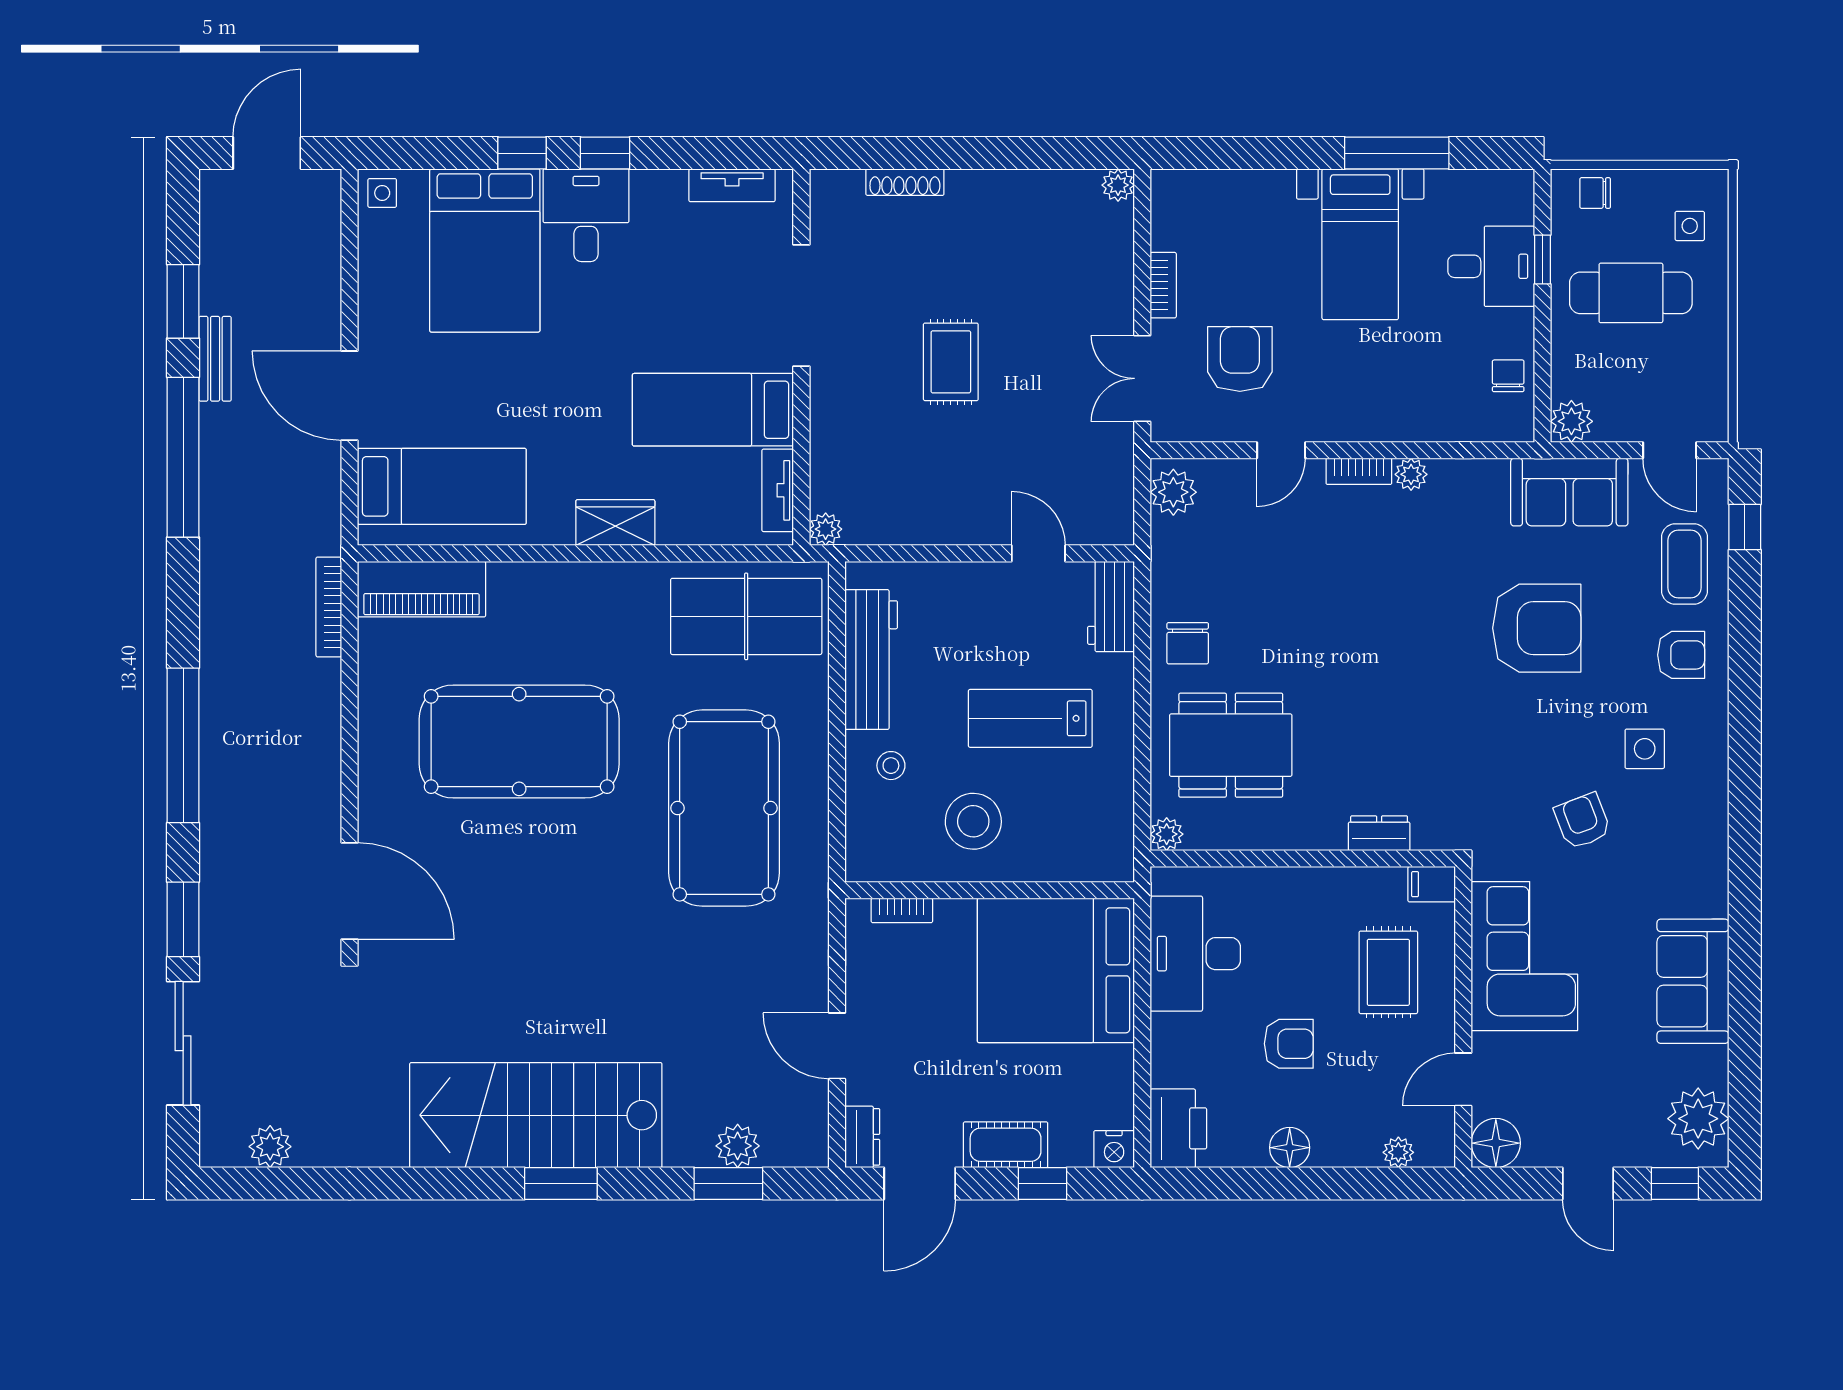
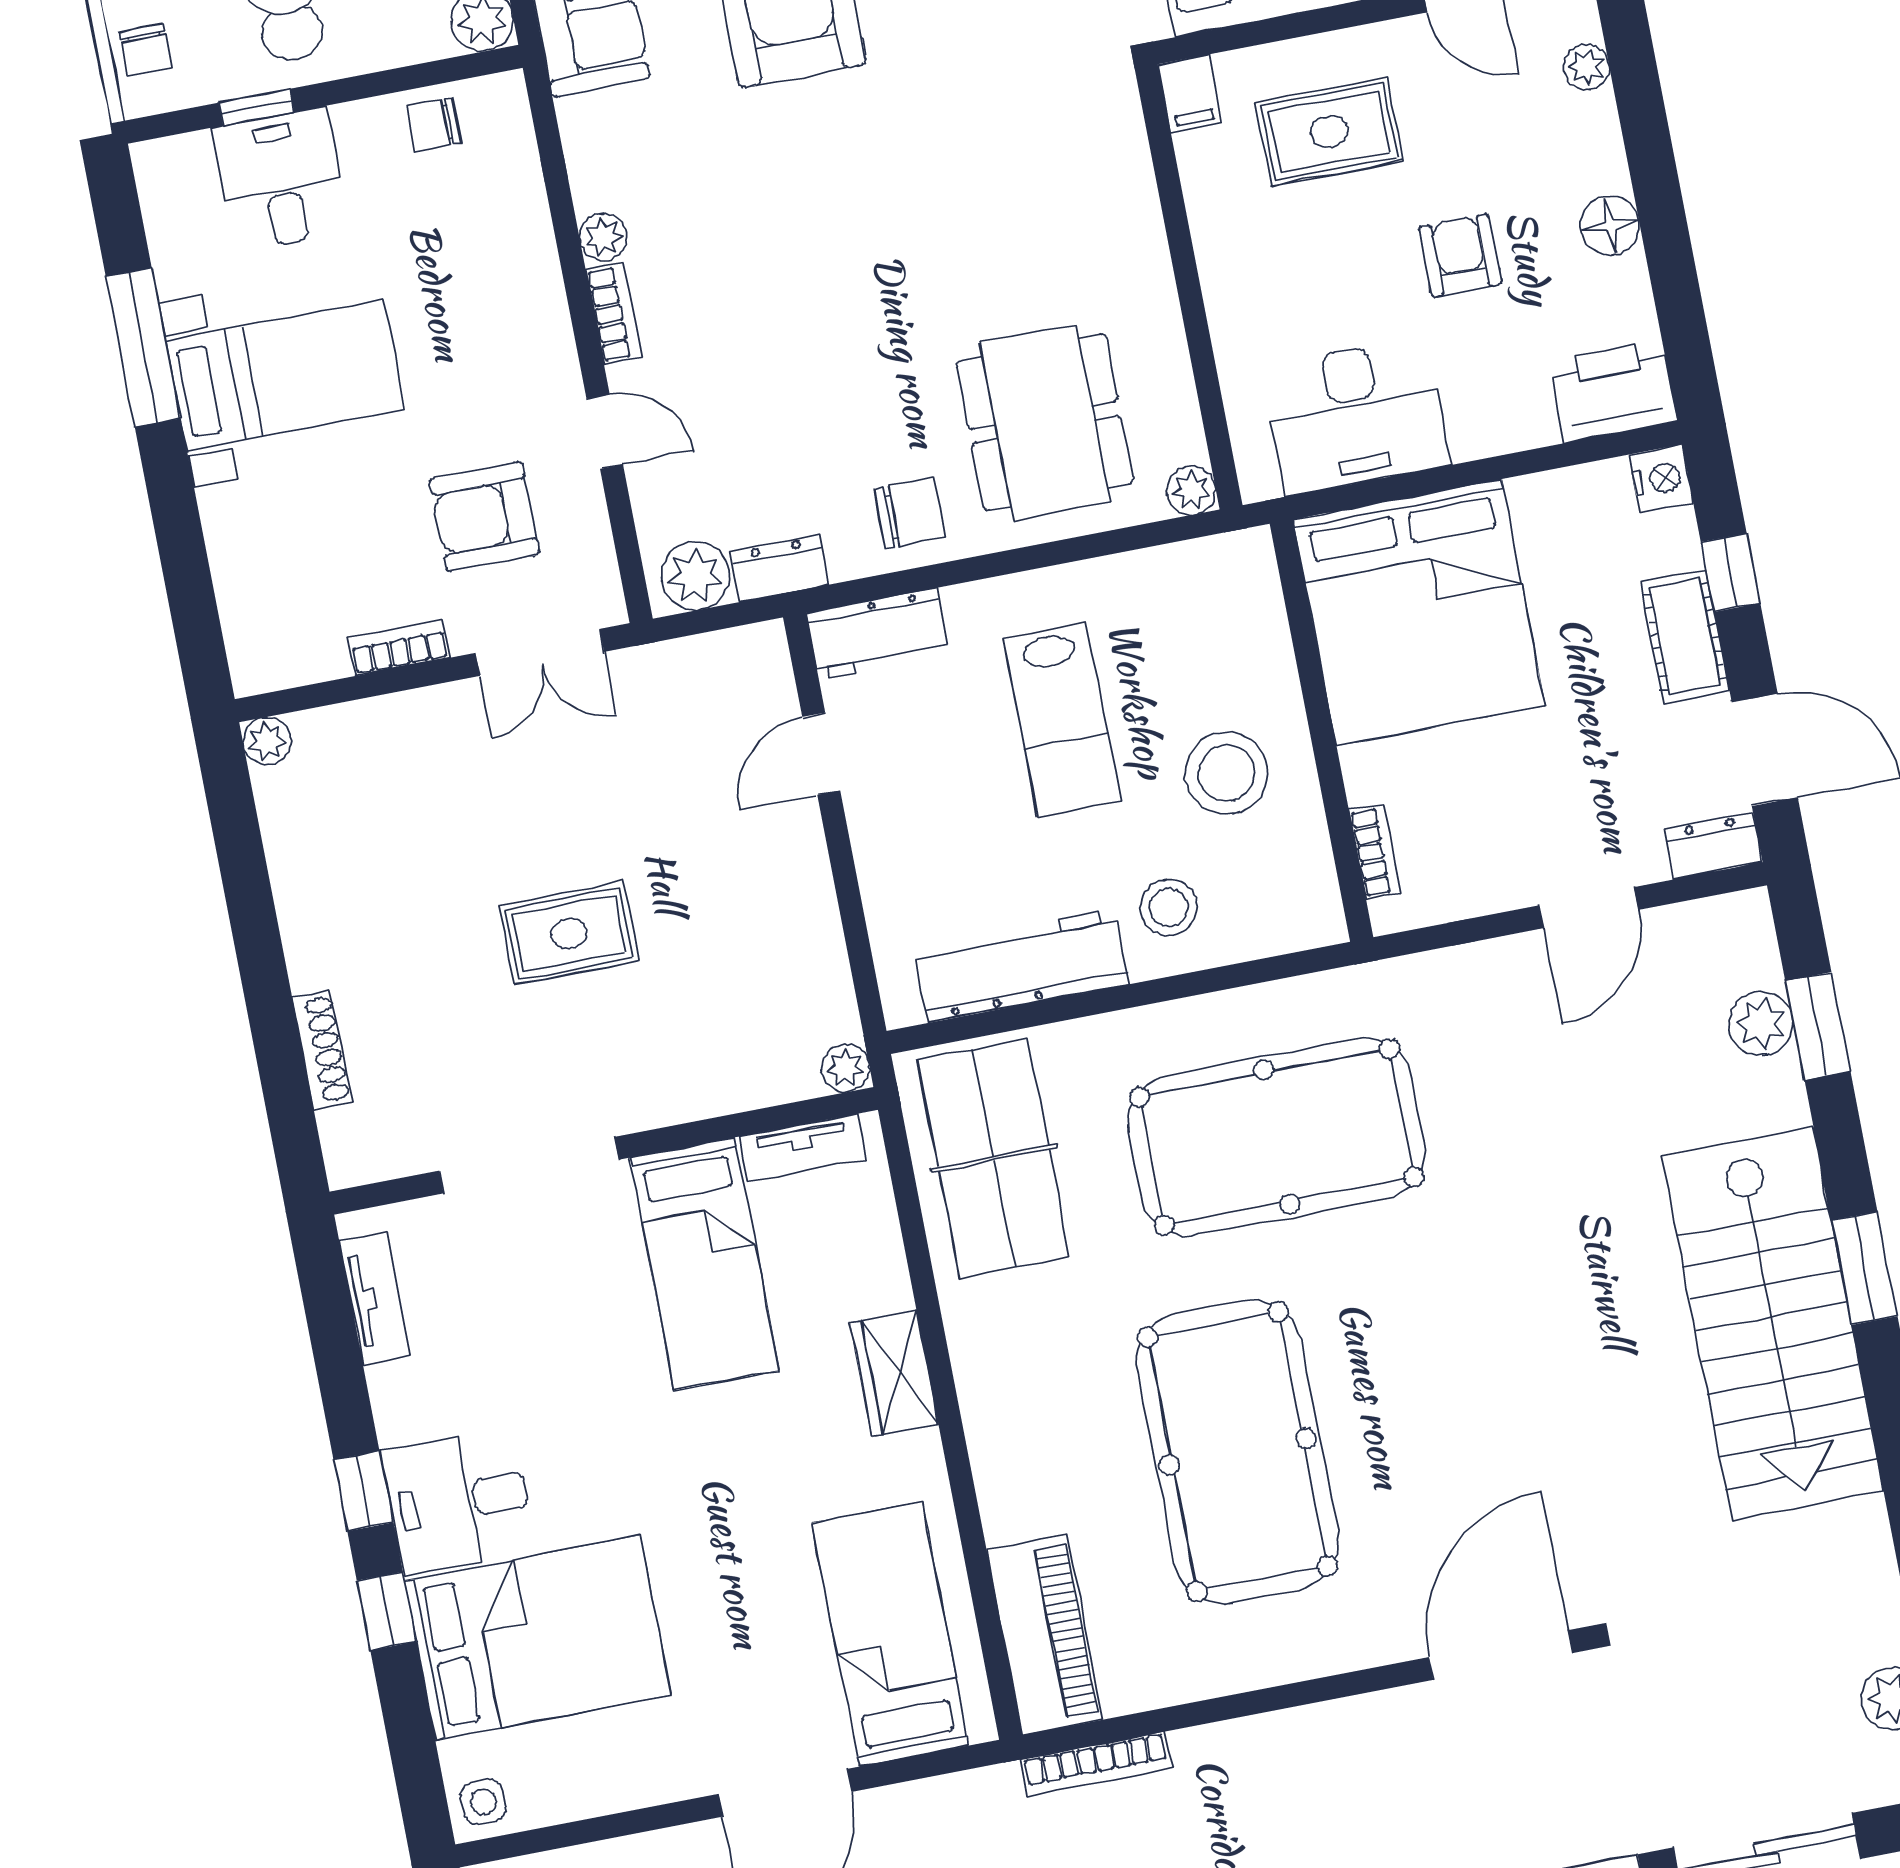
stool: (891, 766) -> (1169, 908), width x1.37, depth x1.37
dresser: (1379, 833) -> (780, 568), moved, turned 90

